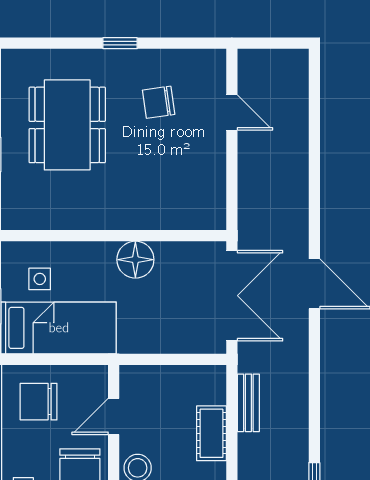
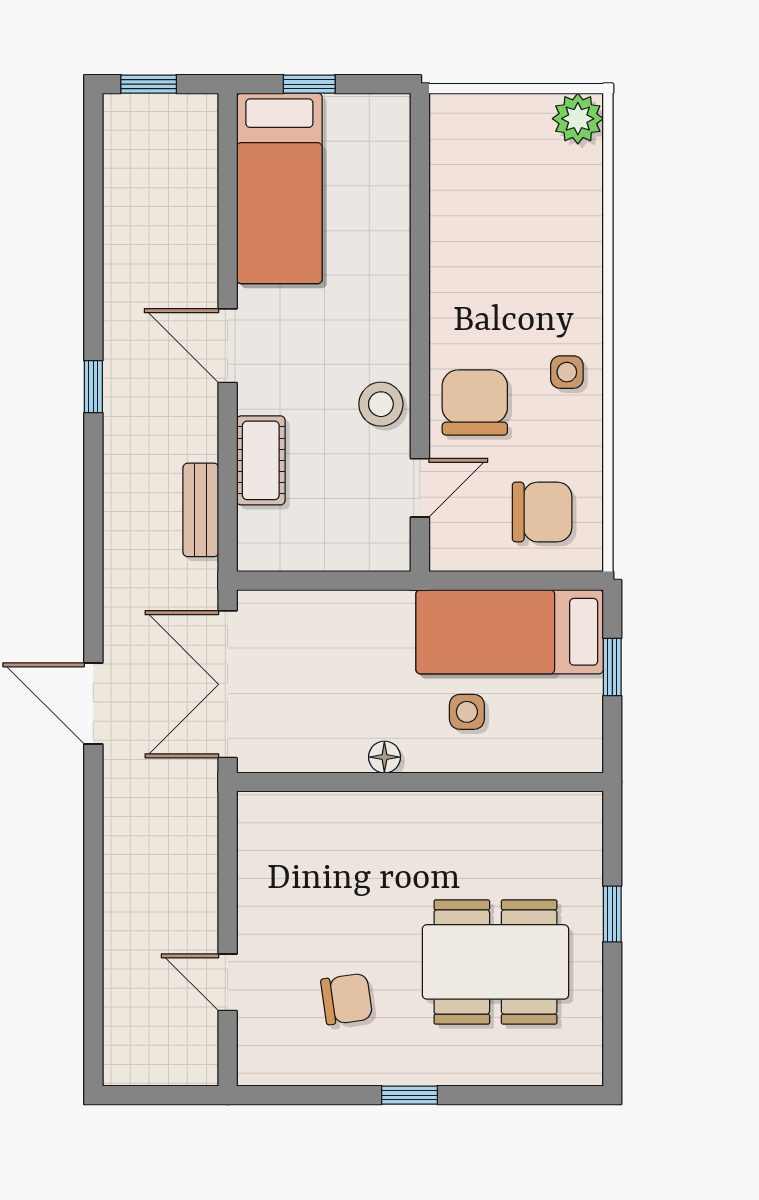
dining table: (67, 125) -> (495, 962), turned 90
floor lamp: (135, 260) -> (384, 757), width x0.53, depth x0.53
side table: (40, 279) -> (467, 712), moved

